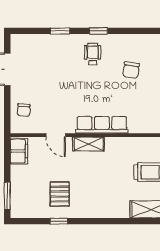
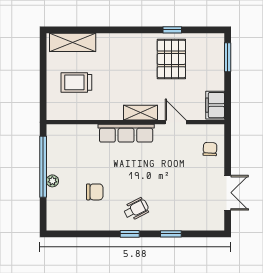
wheelchair: (93, 54) -> (136, 209), turned -117
chair: (131, 70) -> (95, 192), turned 82
pallet: (60, 194) -> (171, 59), width x1.50, depth x1.42

